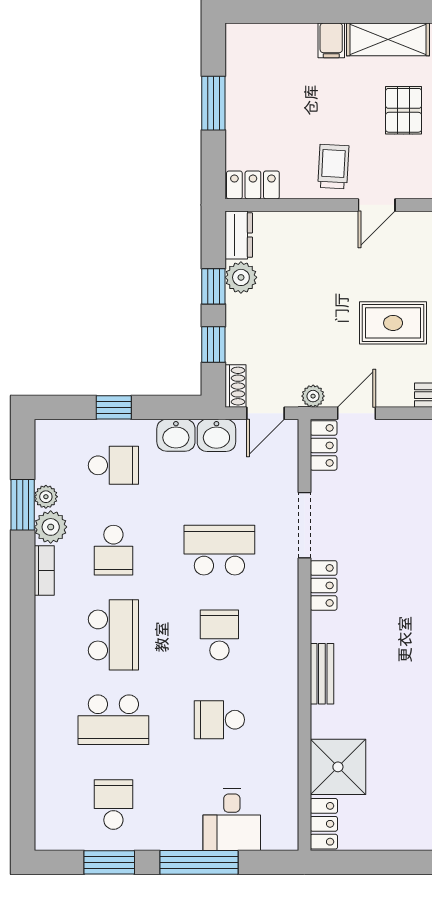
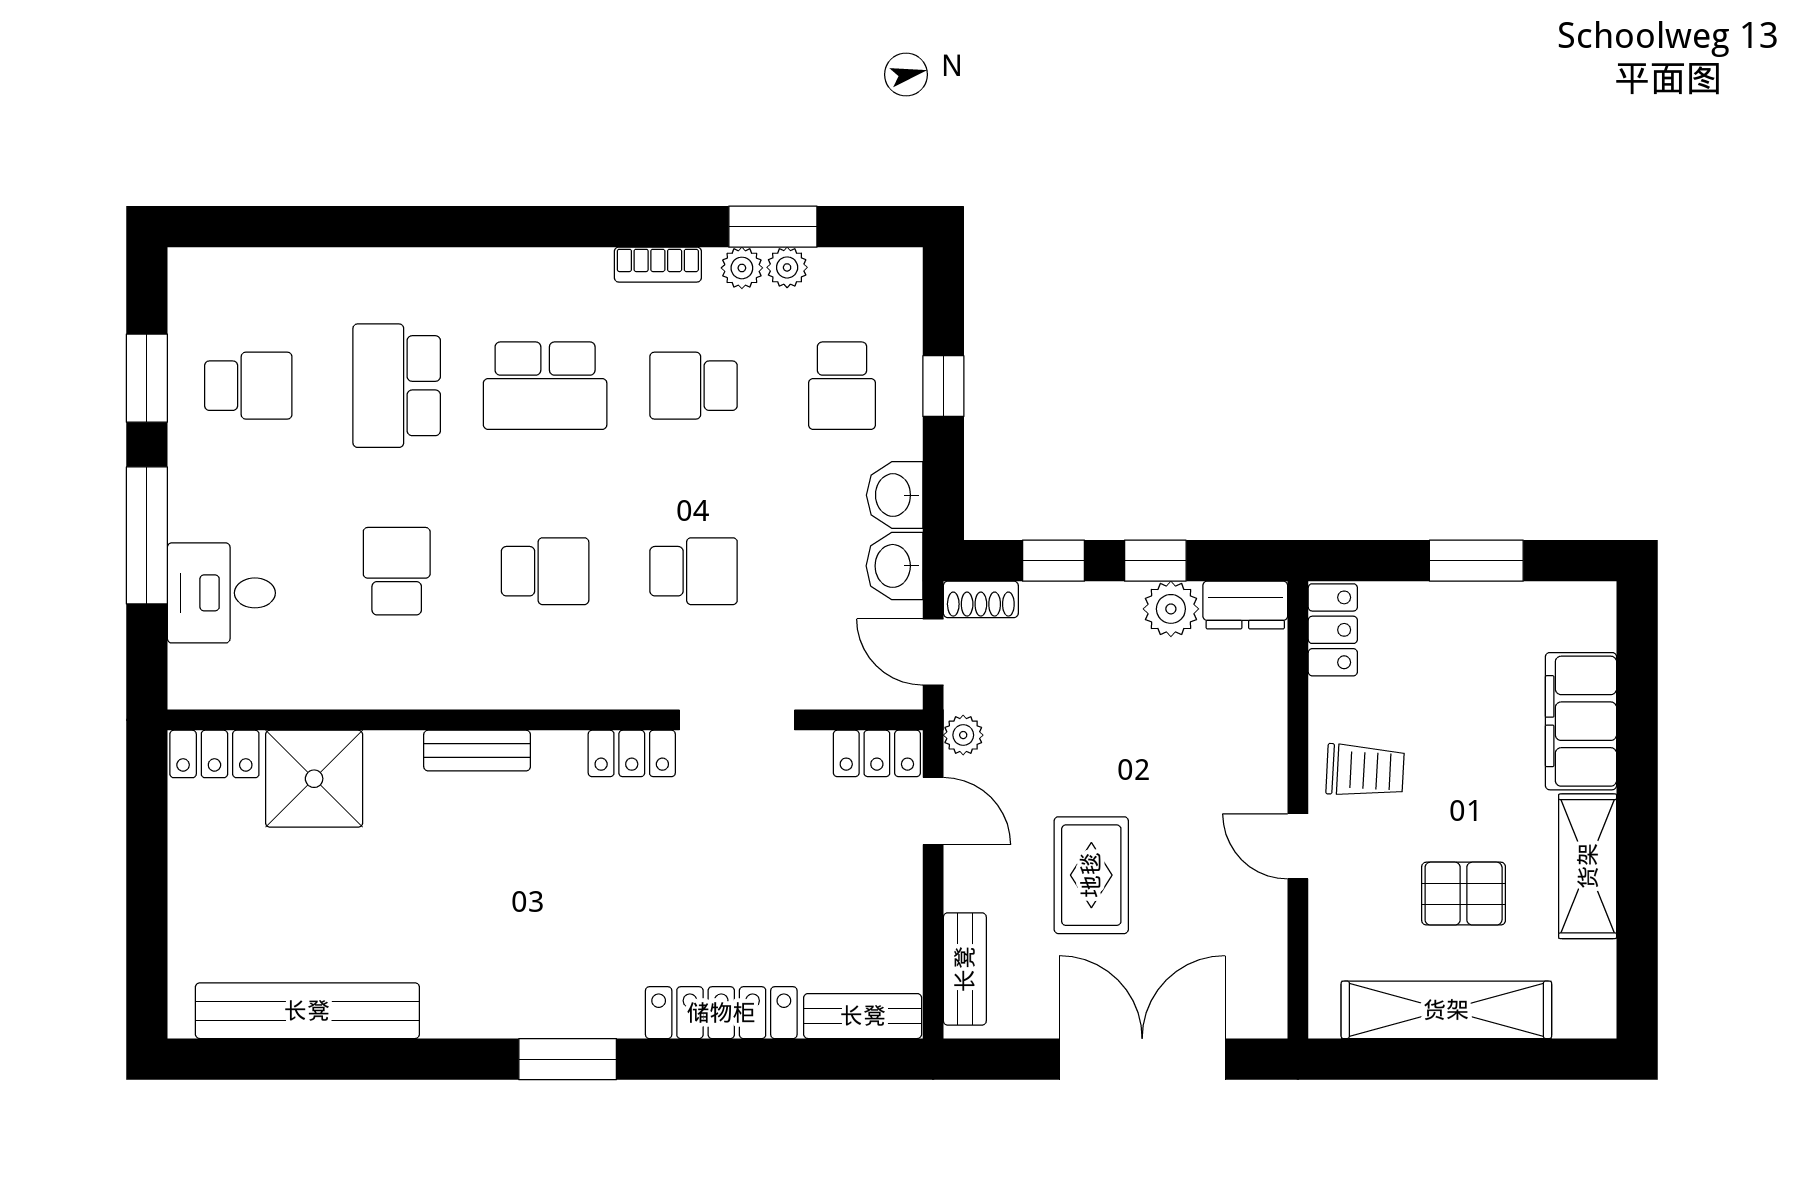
filing cabinet: (331, 40) -> (1581, 721), width x3.00, depth x1.17
plant: (51, 527) -> (742, 268), width x0.73, depth x0.73
school desk: (219, 550) -> (694, 571), width x0.54

